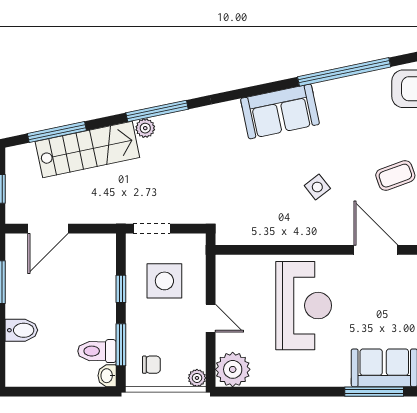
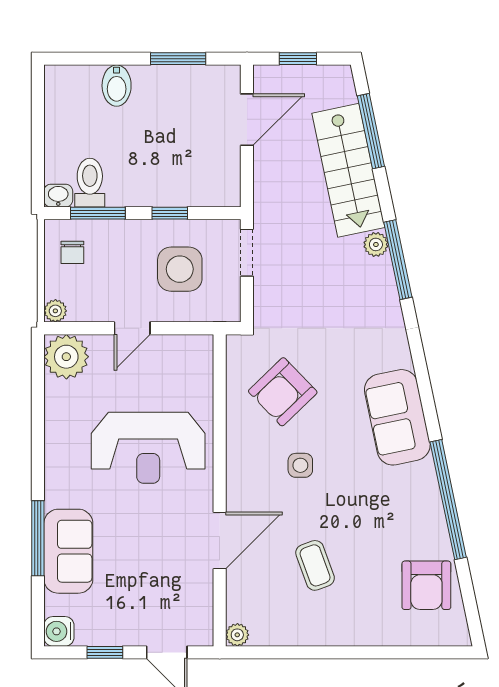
side table: (317, 187) -> (300, 465), turned 38
armchair: (260, 201) -> (283, 392), added
door: (48, 229) -> (247, 120), swing flipped

